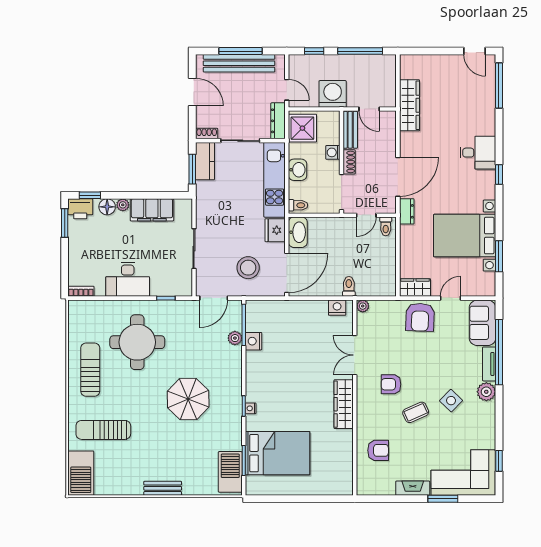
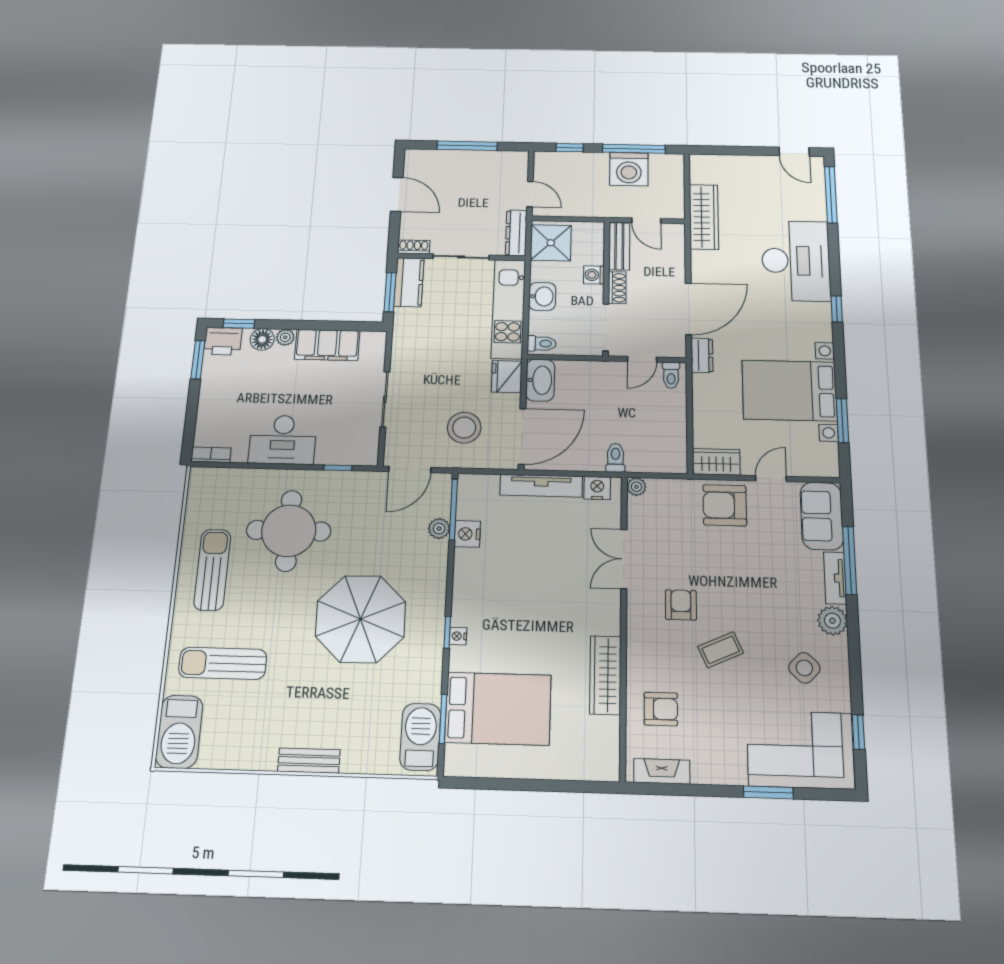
bench: (239, 63) -> (464, 160), removed
washing machine: (333, 94) -> (629, 169), moved, turned 180
desk: (478, 153) -> (796, 261), width x1.87, depth x1.30
tv unit: (300, 307) -> (541, 486), added
armchair: (420, 317) -> (725, 505), turned 88
window: (499, 352) -> (850, 560), width x0.68
armchair: (391, 384) -> (681, 605), turned 90
parasol: (188, 399) -> (360, 619), width x1.36, depth x1.36
side table: (451, 401) -> (804, 668), moved
wardrobe: (344, 404) -> (605, 675), moved
fireplace: (413, 488) -> (662, 771), moved

